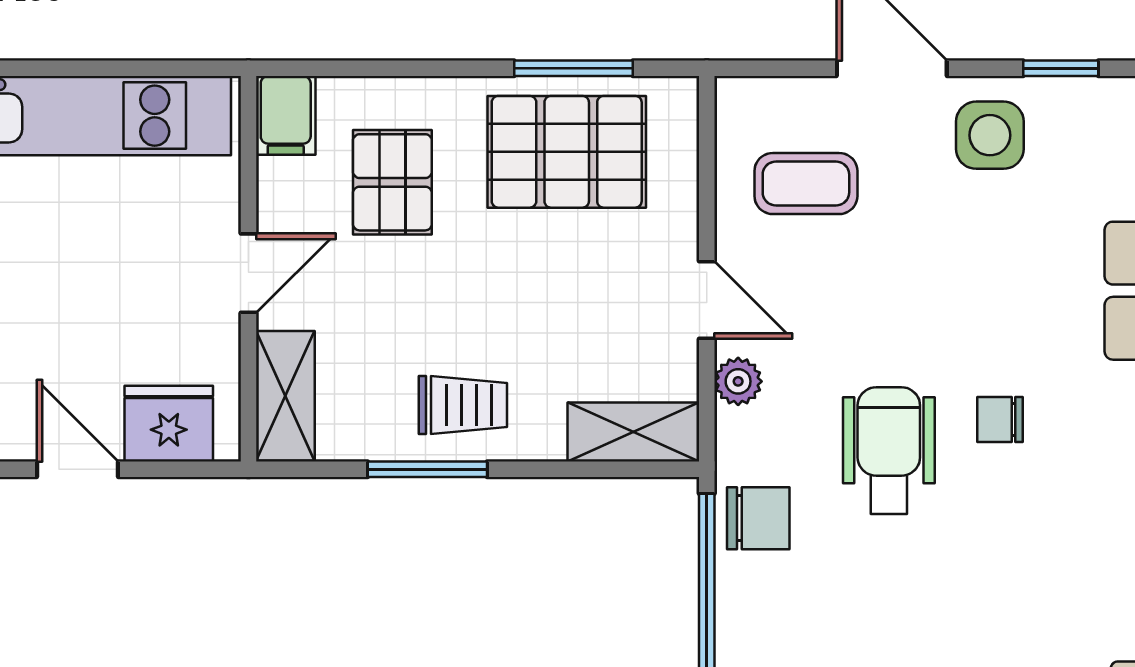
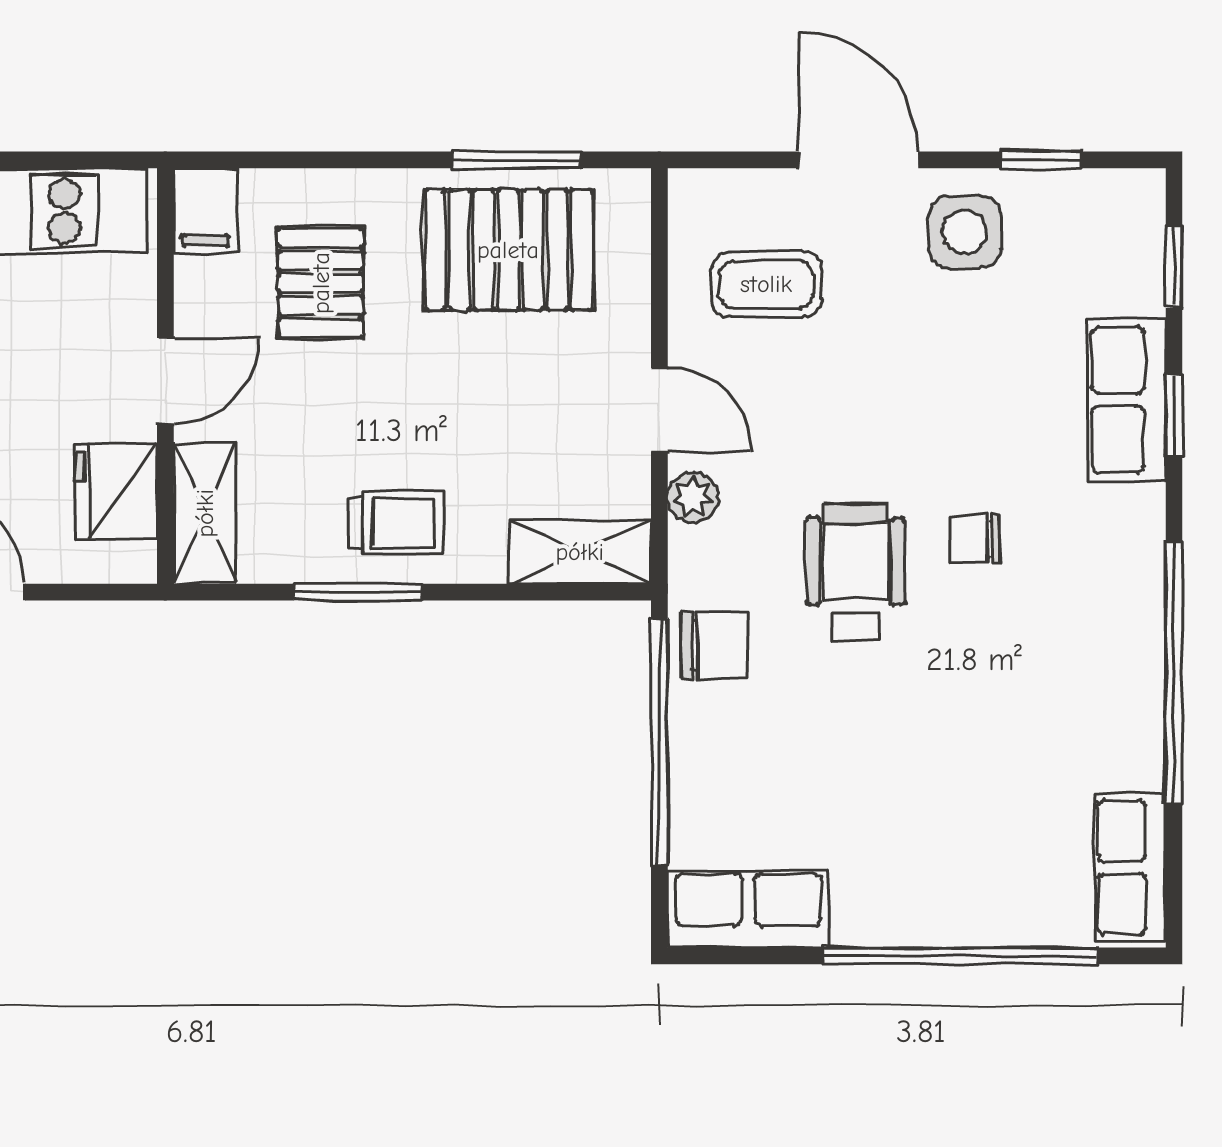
fridge: (169, 424) -> (116, 491), moved, turned -90

